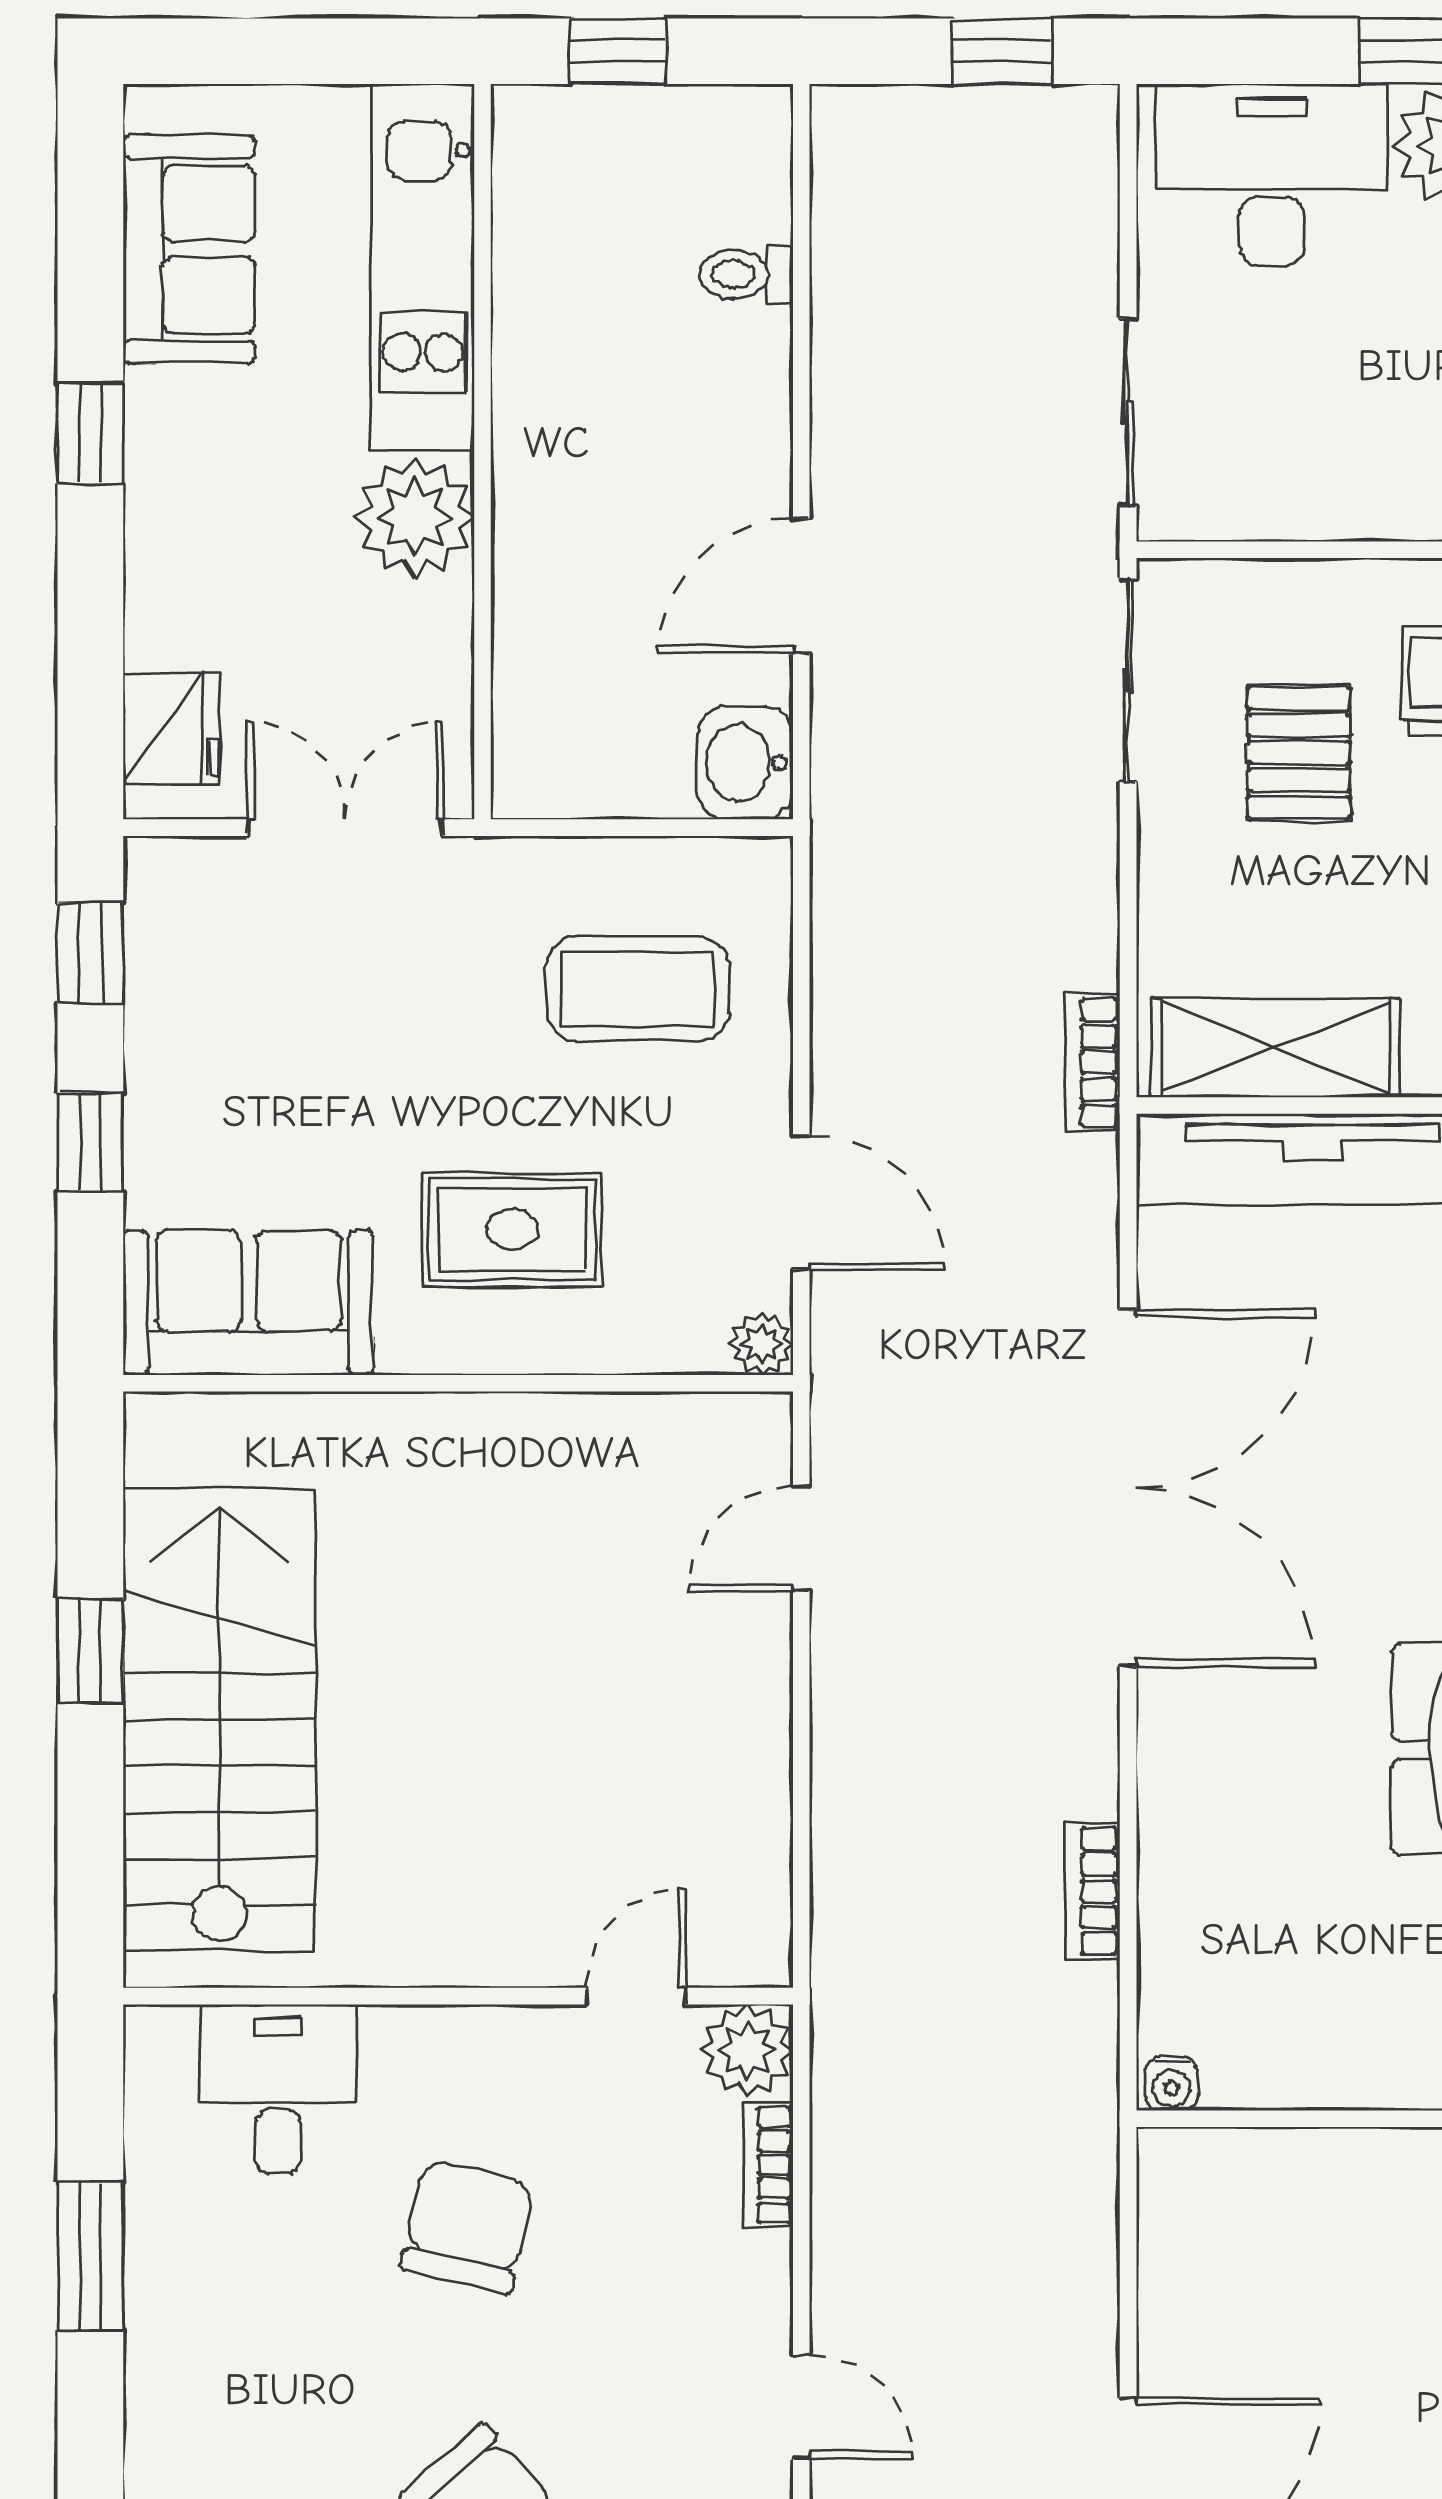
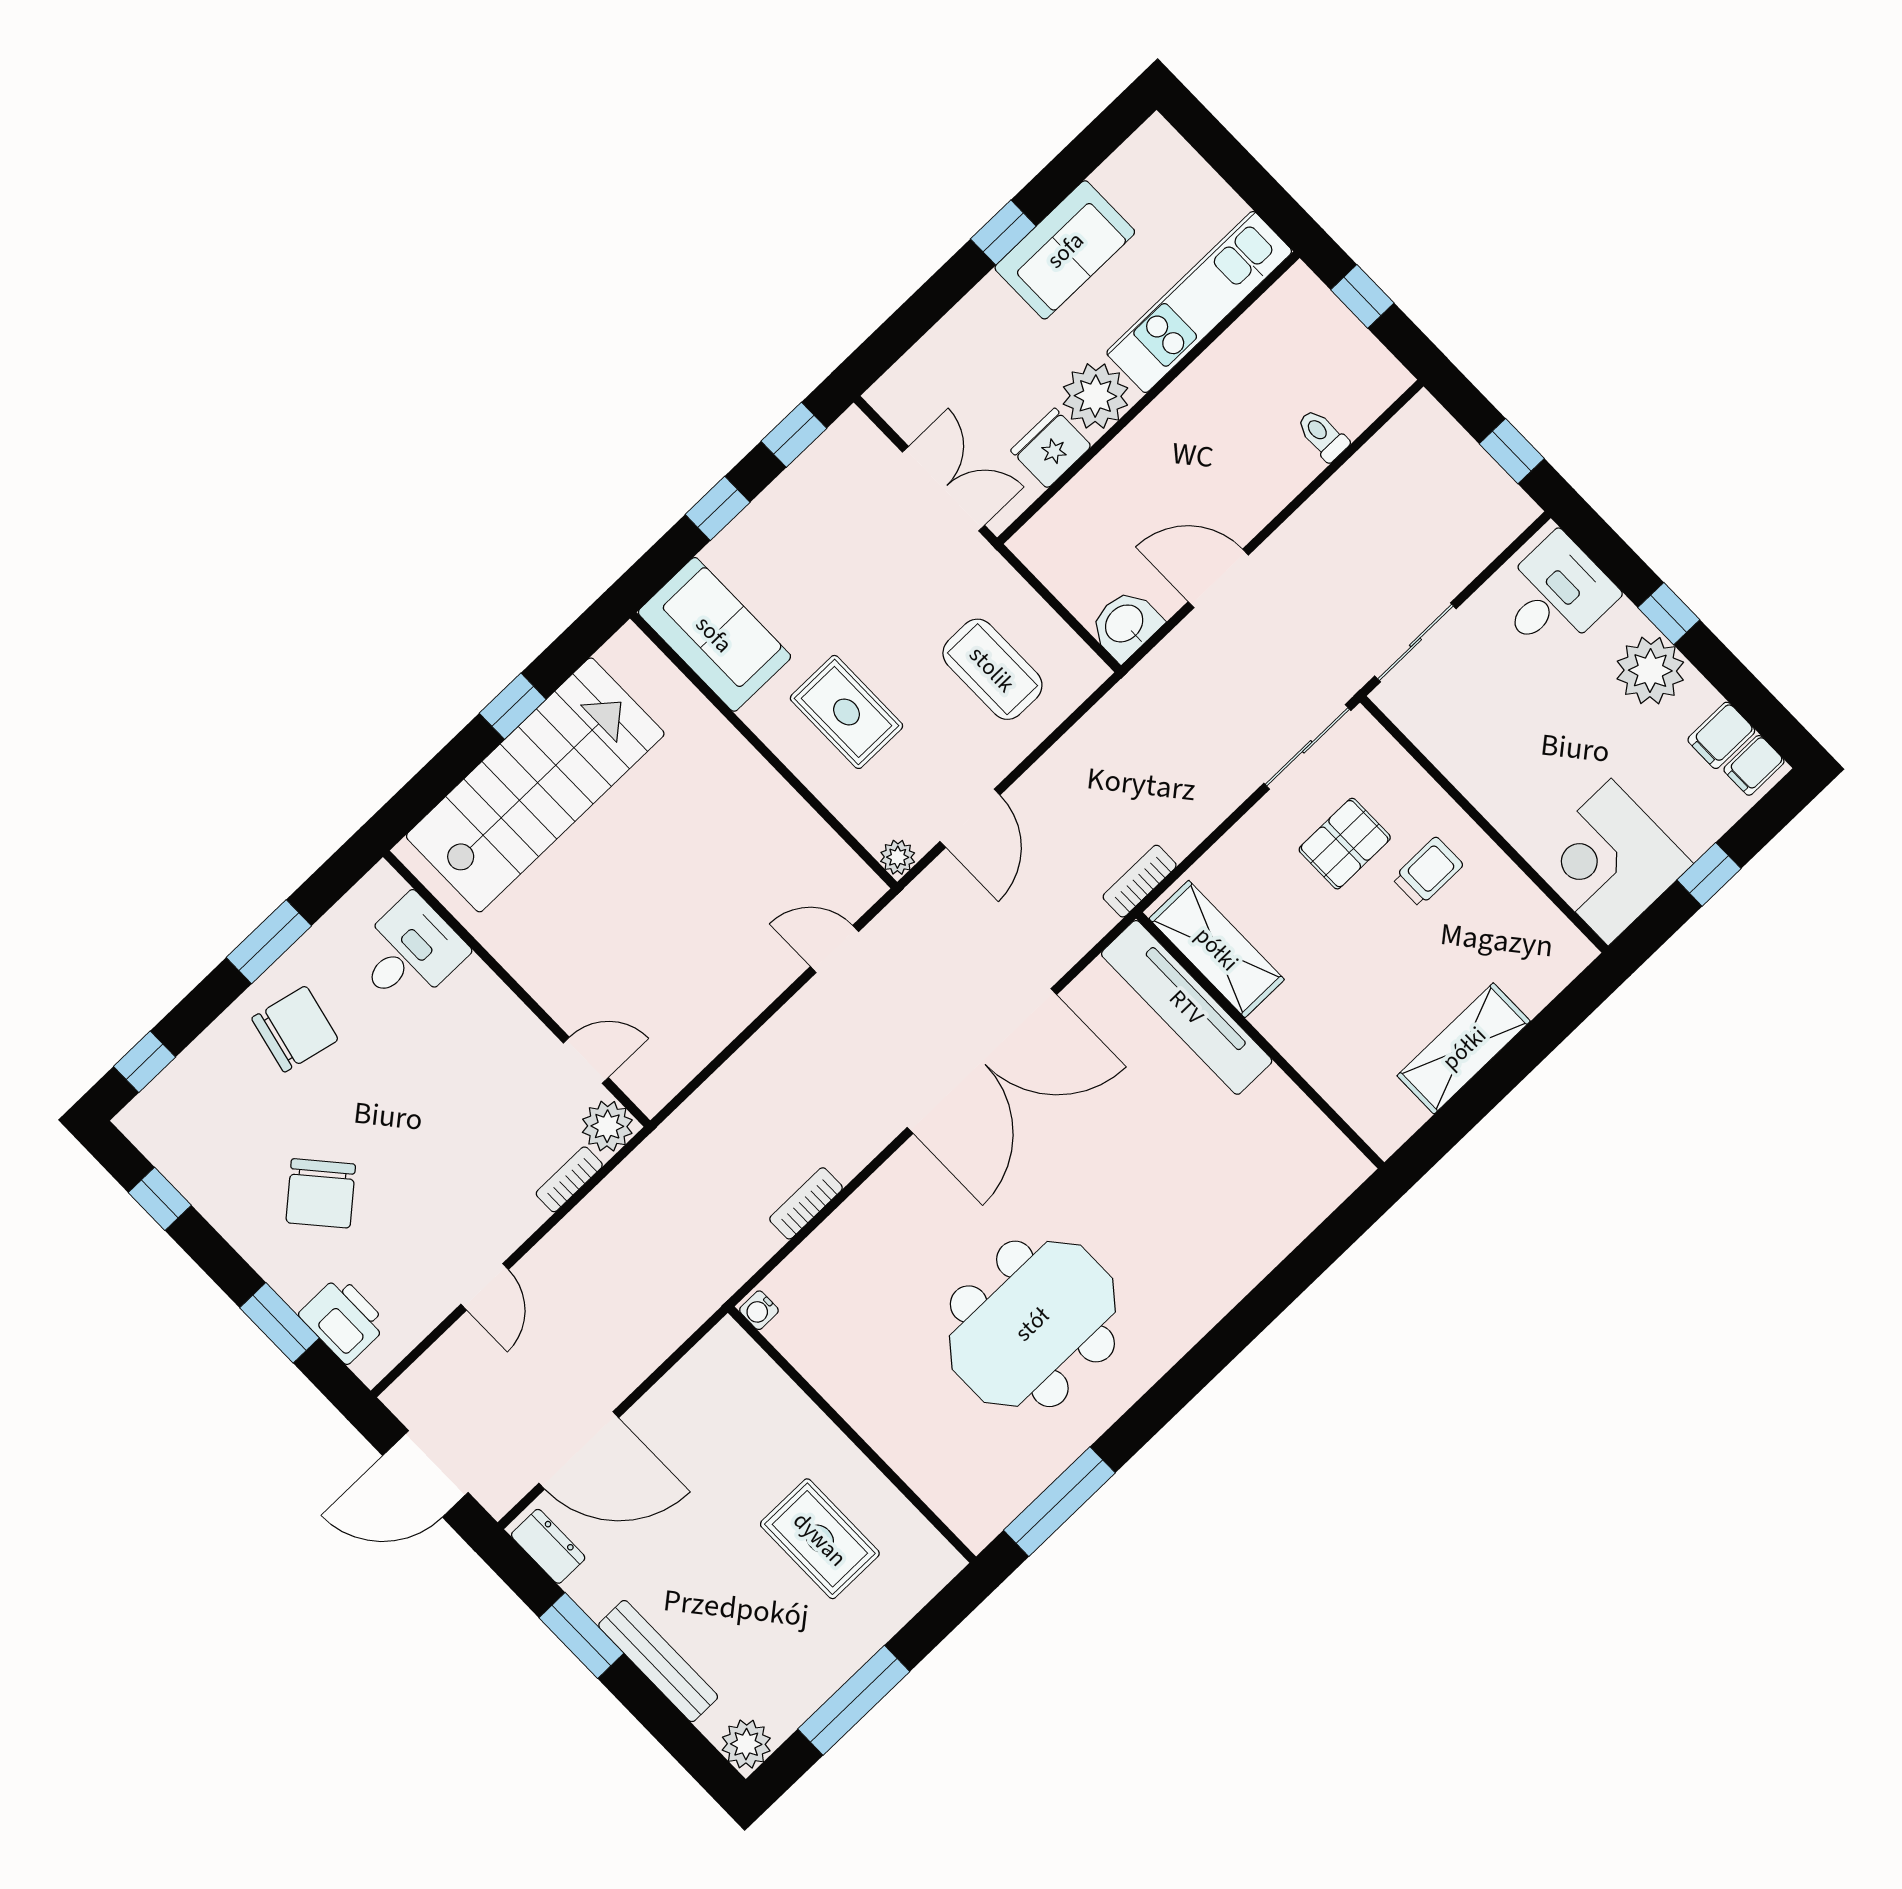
desk: (1272, 175) -> (1555, 595), width x0.73
sofa: (189, 249) -> (1065, 250), moved
fridge: (171, 729) -> (1051, 448), moved, turned 180
chair: (468, 2226) -> (295, 1029), moved

